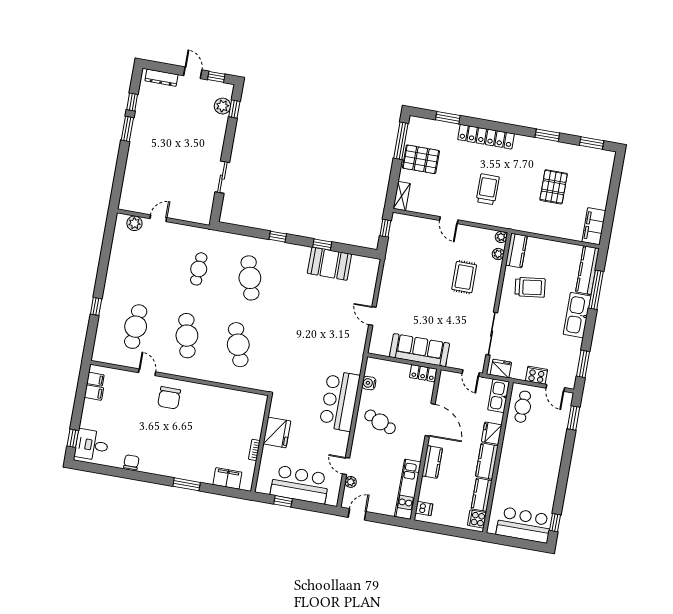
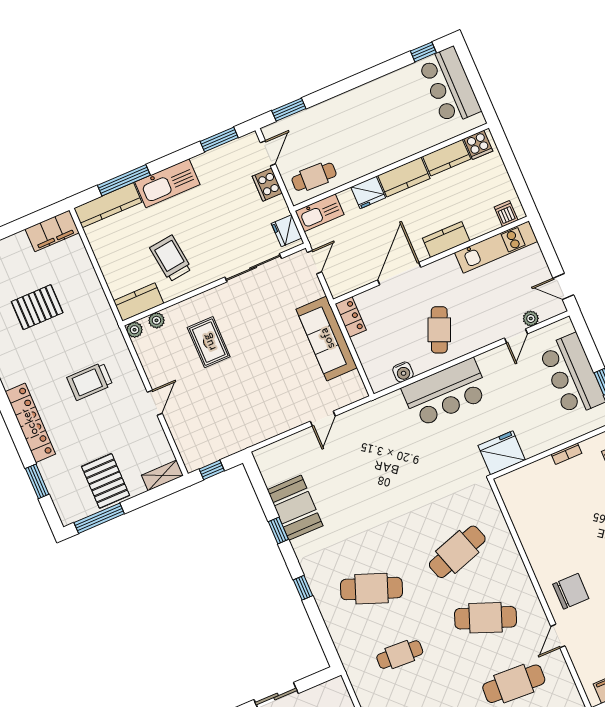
rug: (464, 277) -> (209, 342), turned 90
cafe table: (250, 278) -> (371, 589), turned 36
cafe table: (187, 336) -> (486, 618), turned 33
fridge: (277, 432) -> (502, 453), moved

